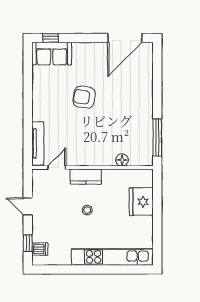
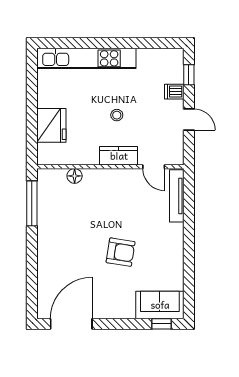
door: (57, 167) -> (154, 167), hinge flipped
dishwasher: (40, 249) -> (174, 92), moved

